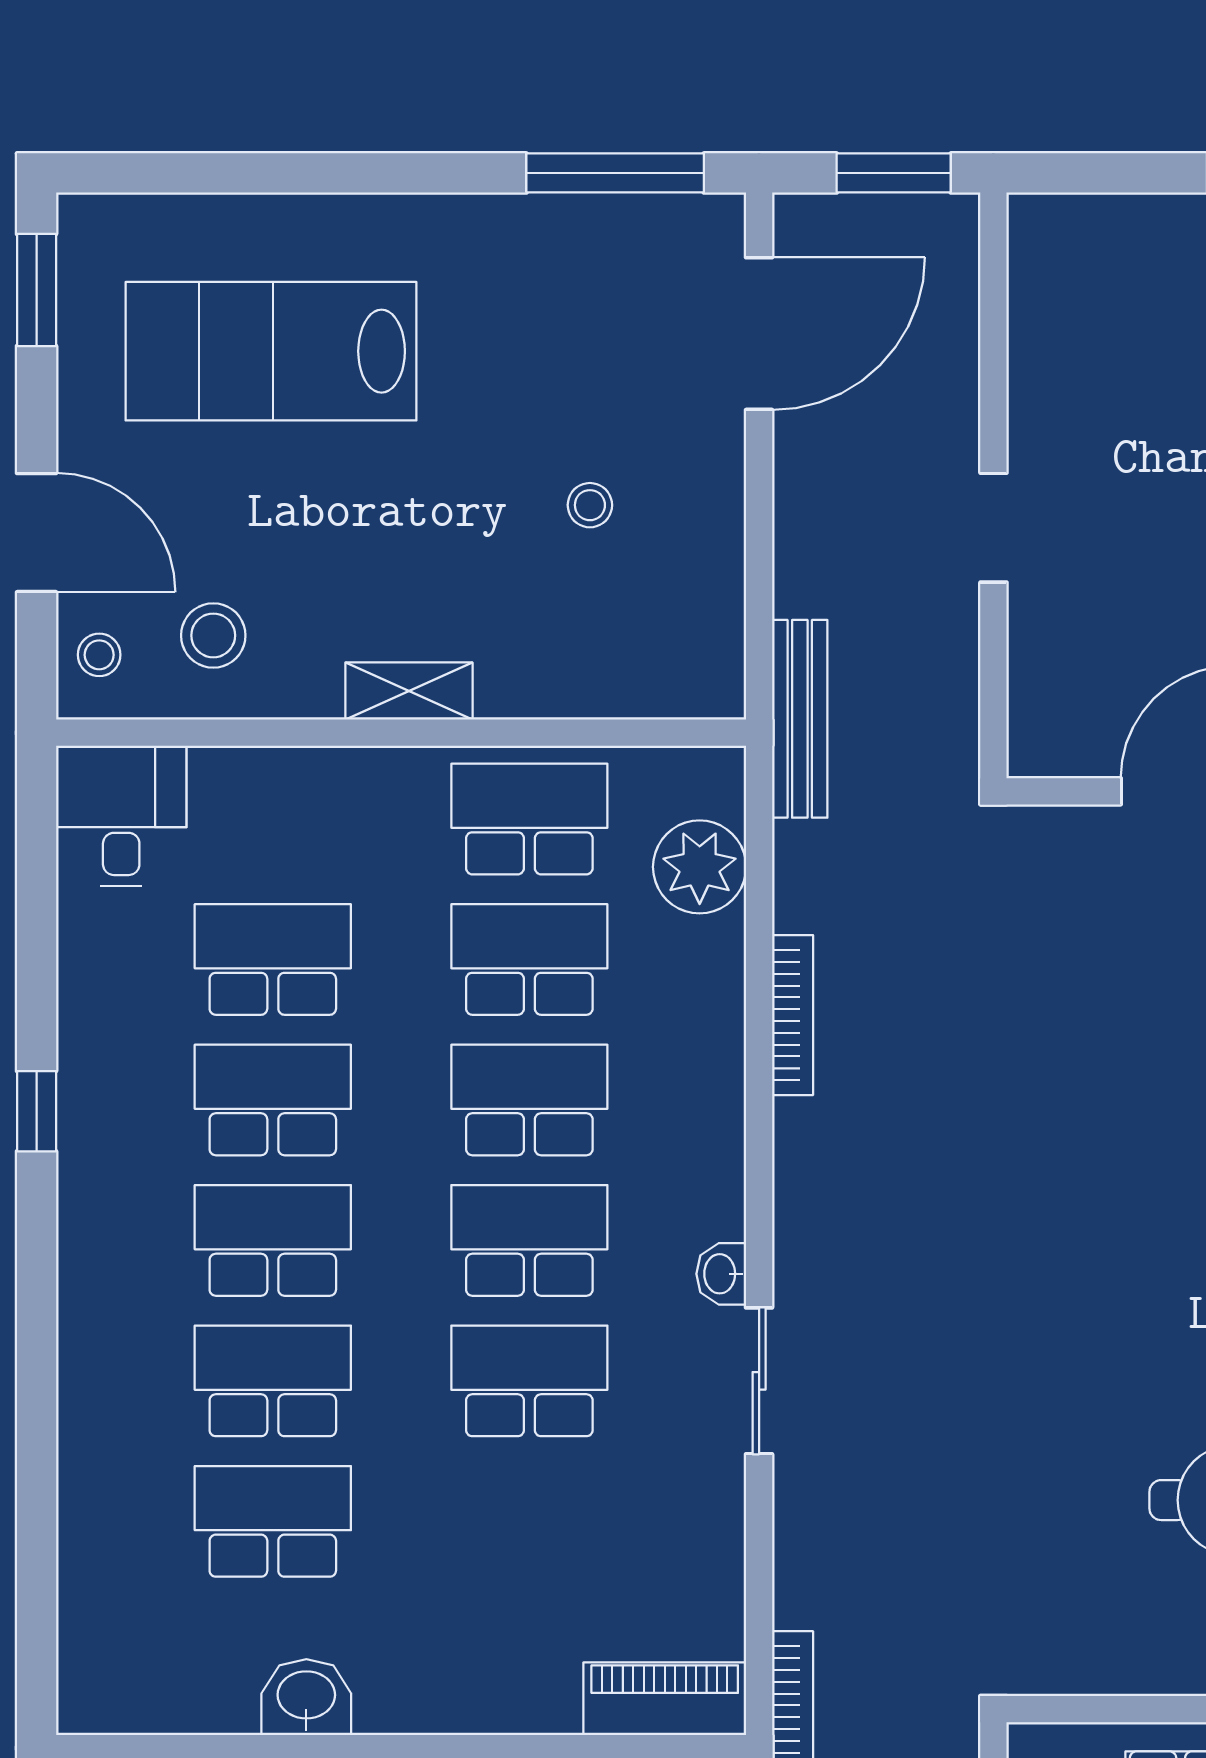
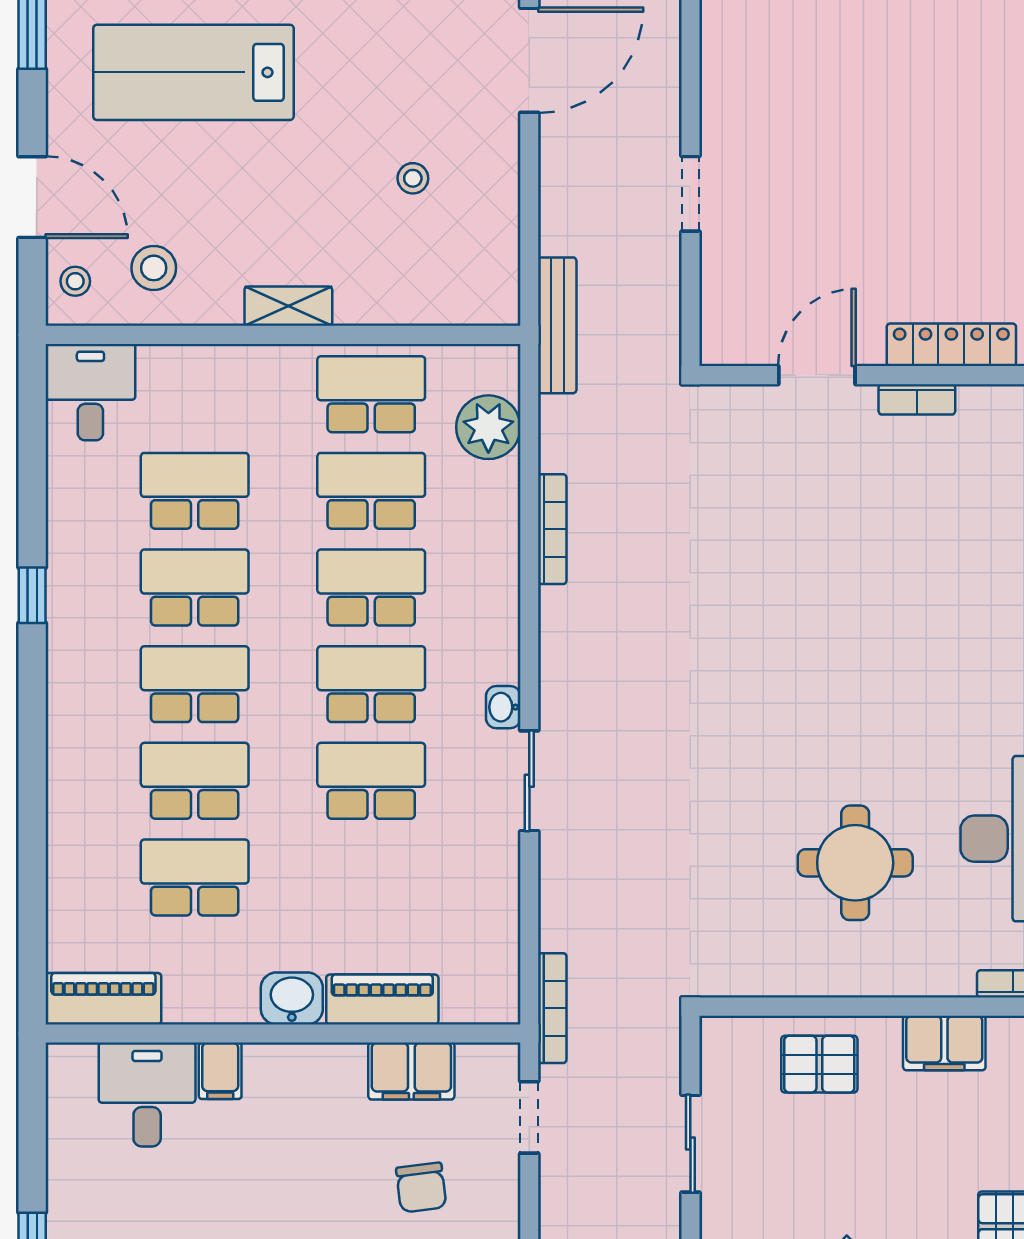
washbasin: (306, 1697) -> (292, 998), moved
piano: (140, 1698) -> (103, 999), added
piano: (665, 1699) -> (382, 999), moved

